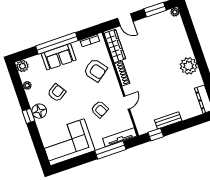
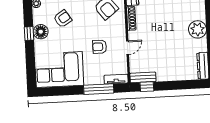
armchair: (100, 109) -> (100, 47), turned 118
bench: (168, 120) -> (143, 77), moved
tv unit: (120, 137) -> (116, 79), width x0.71

